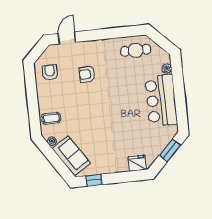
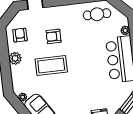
plant: (44, 98) -> (15, 58), added
coffee table: (51, 118) -> (51, 66), moved, width x1.86, depth x1.72

